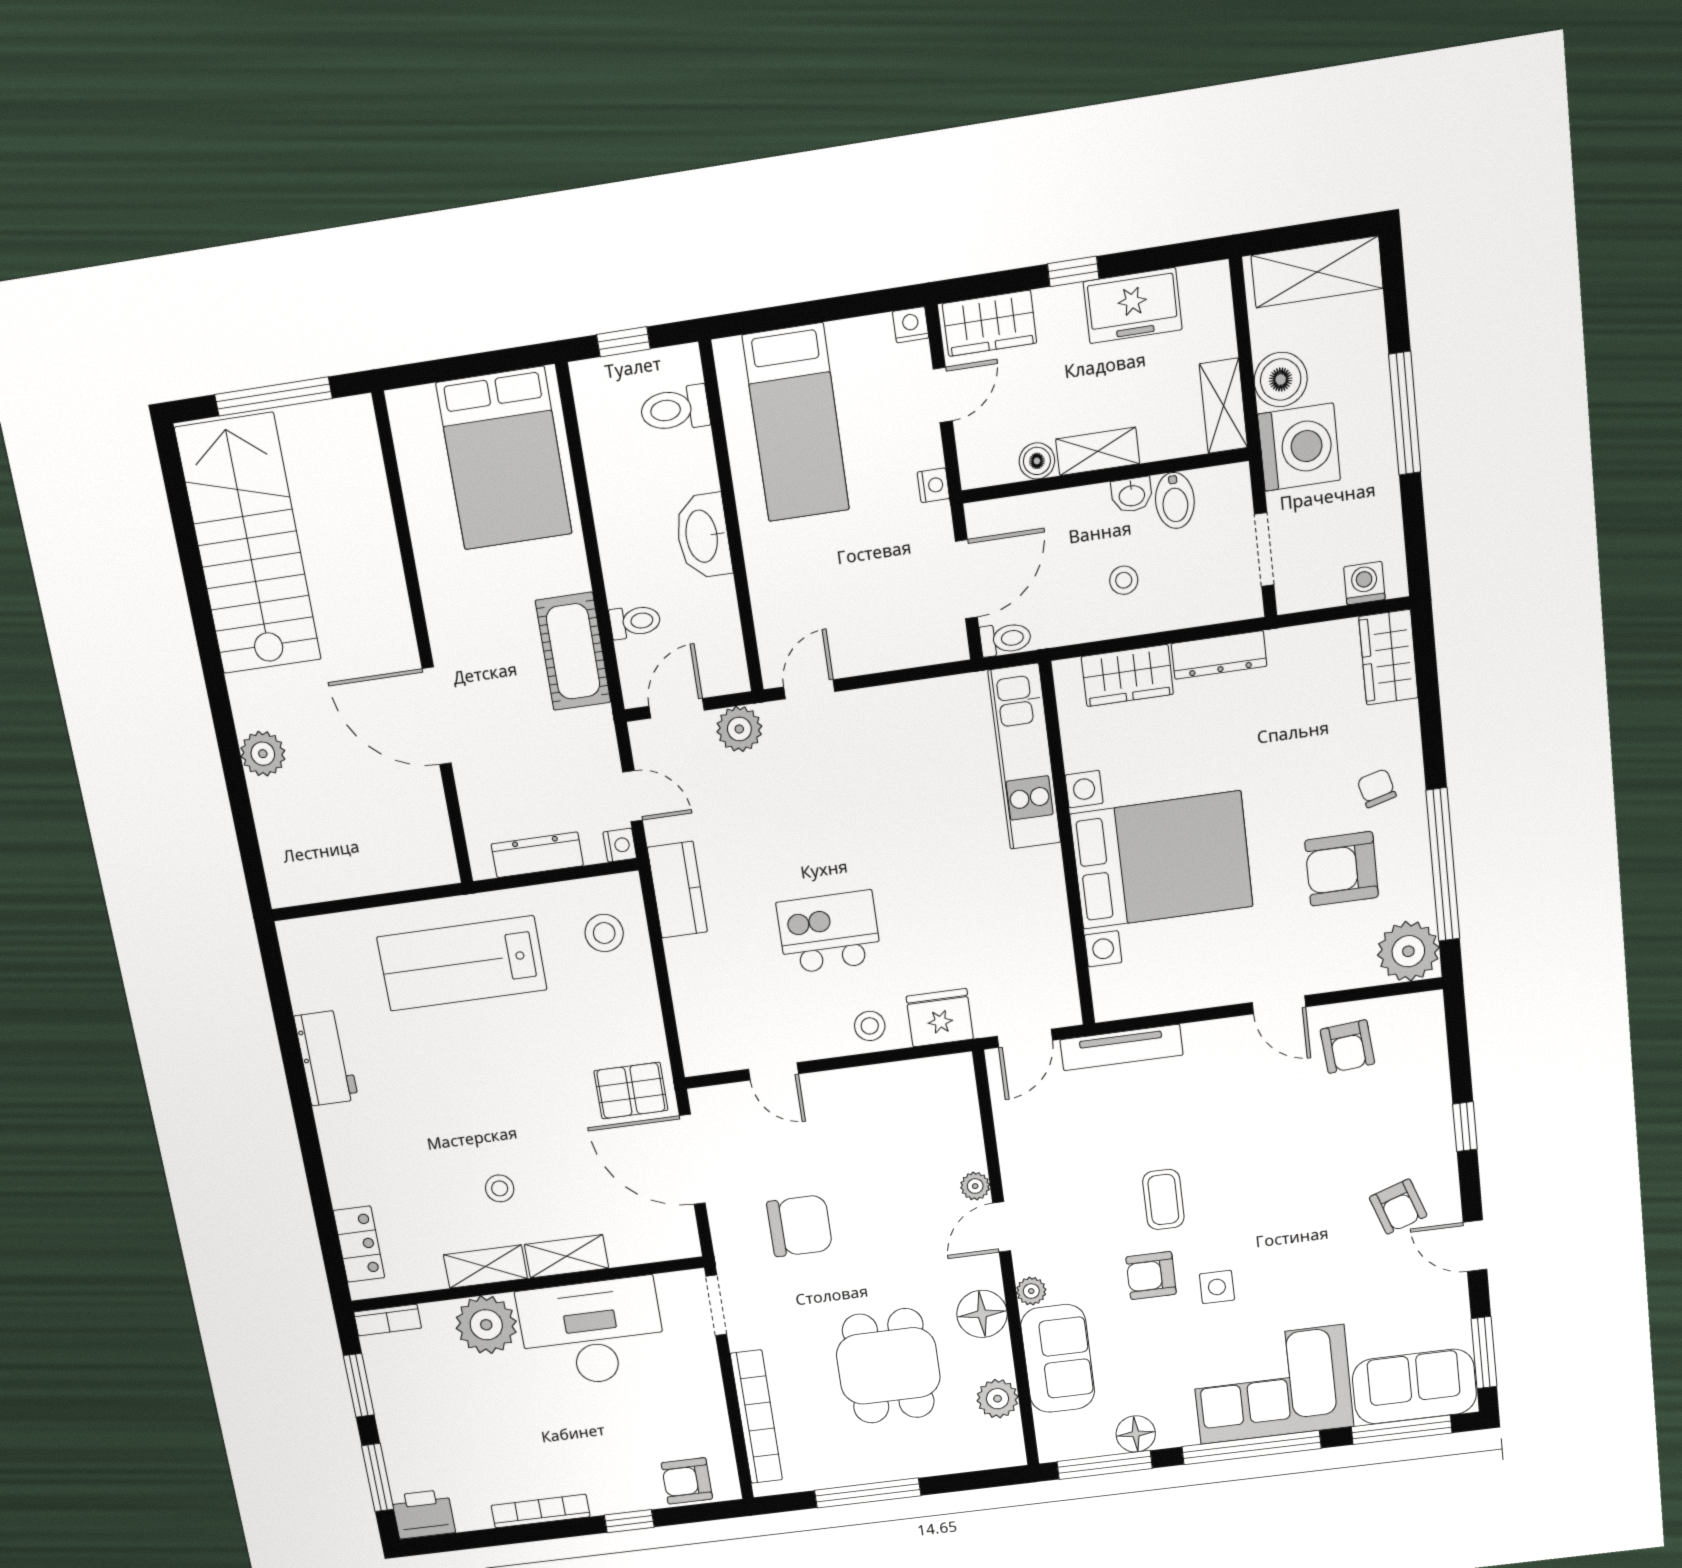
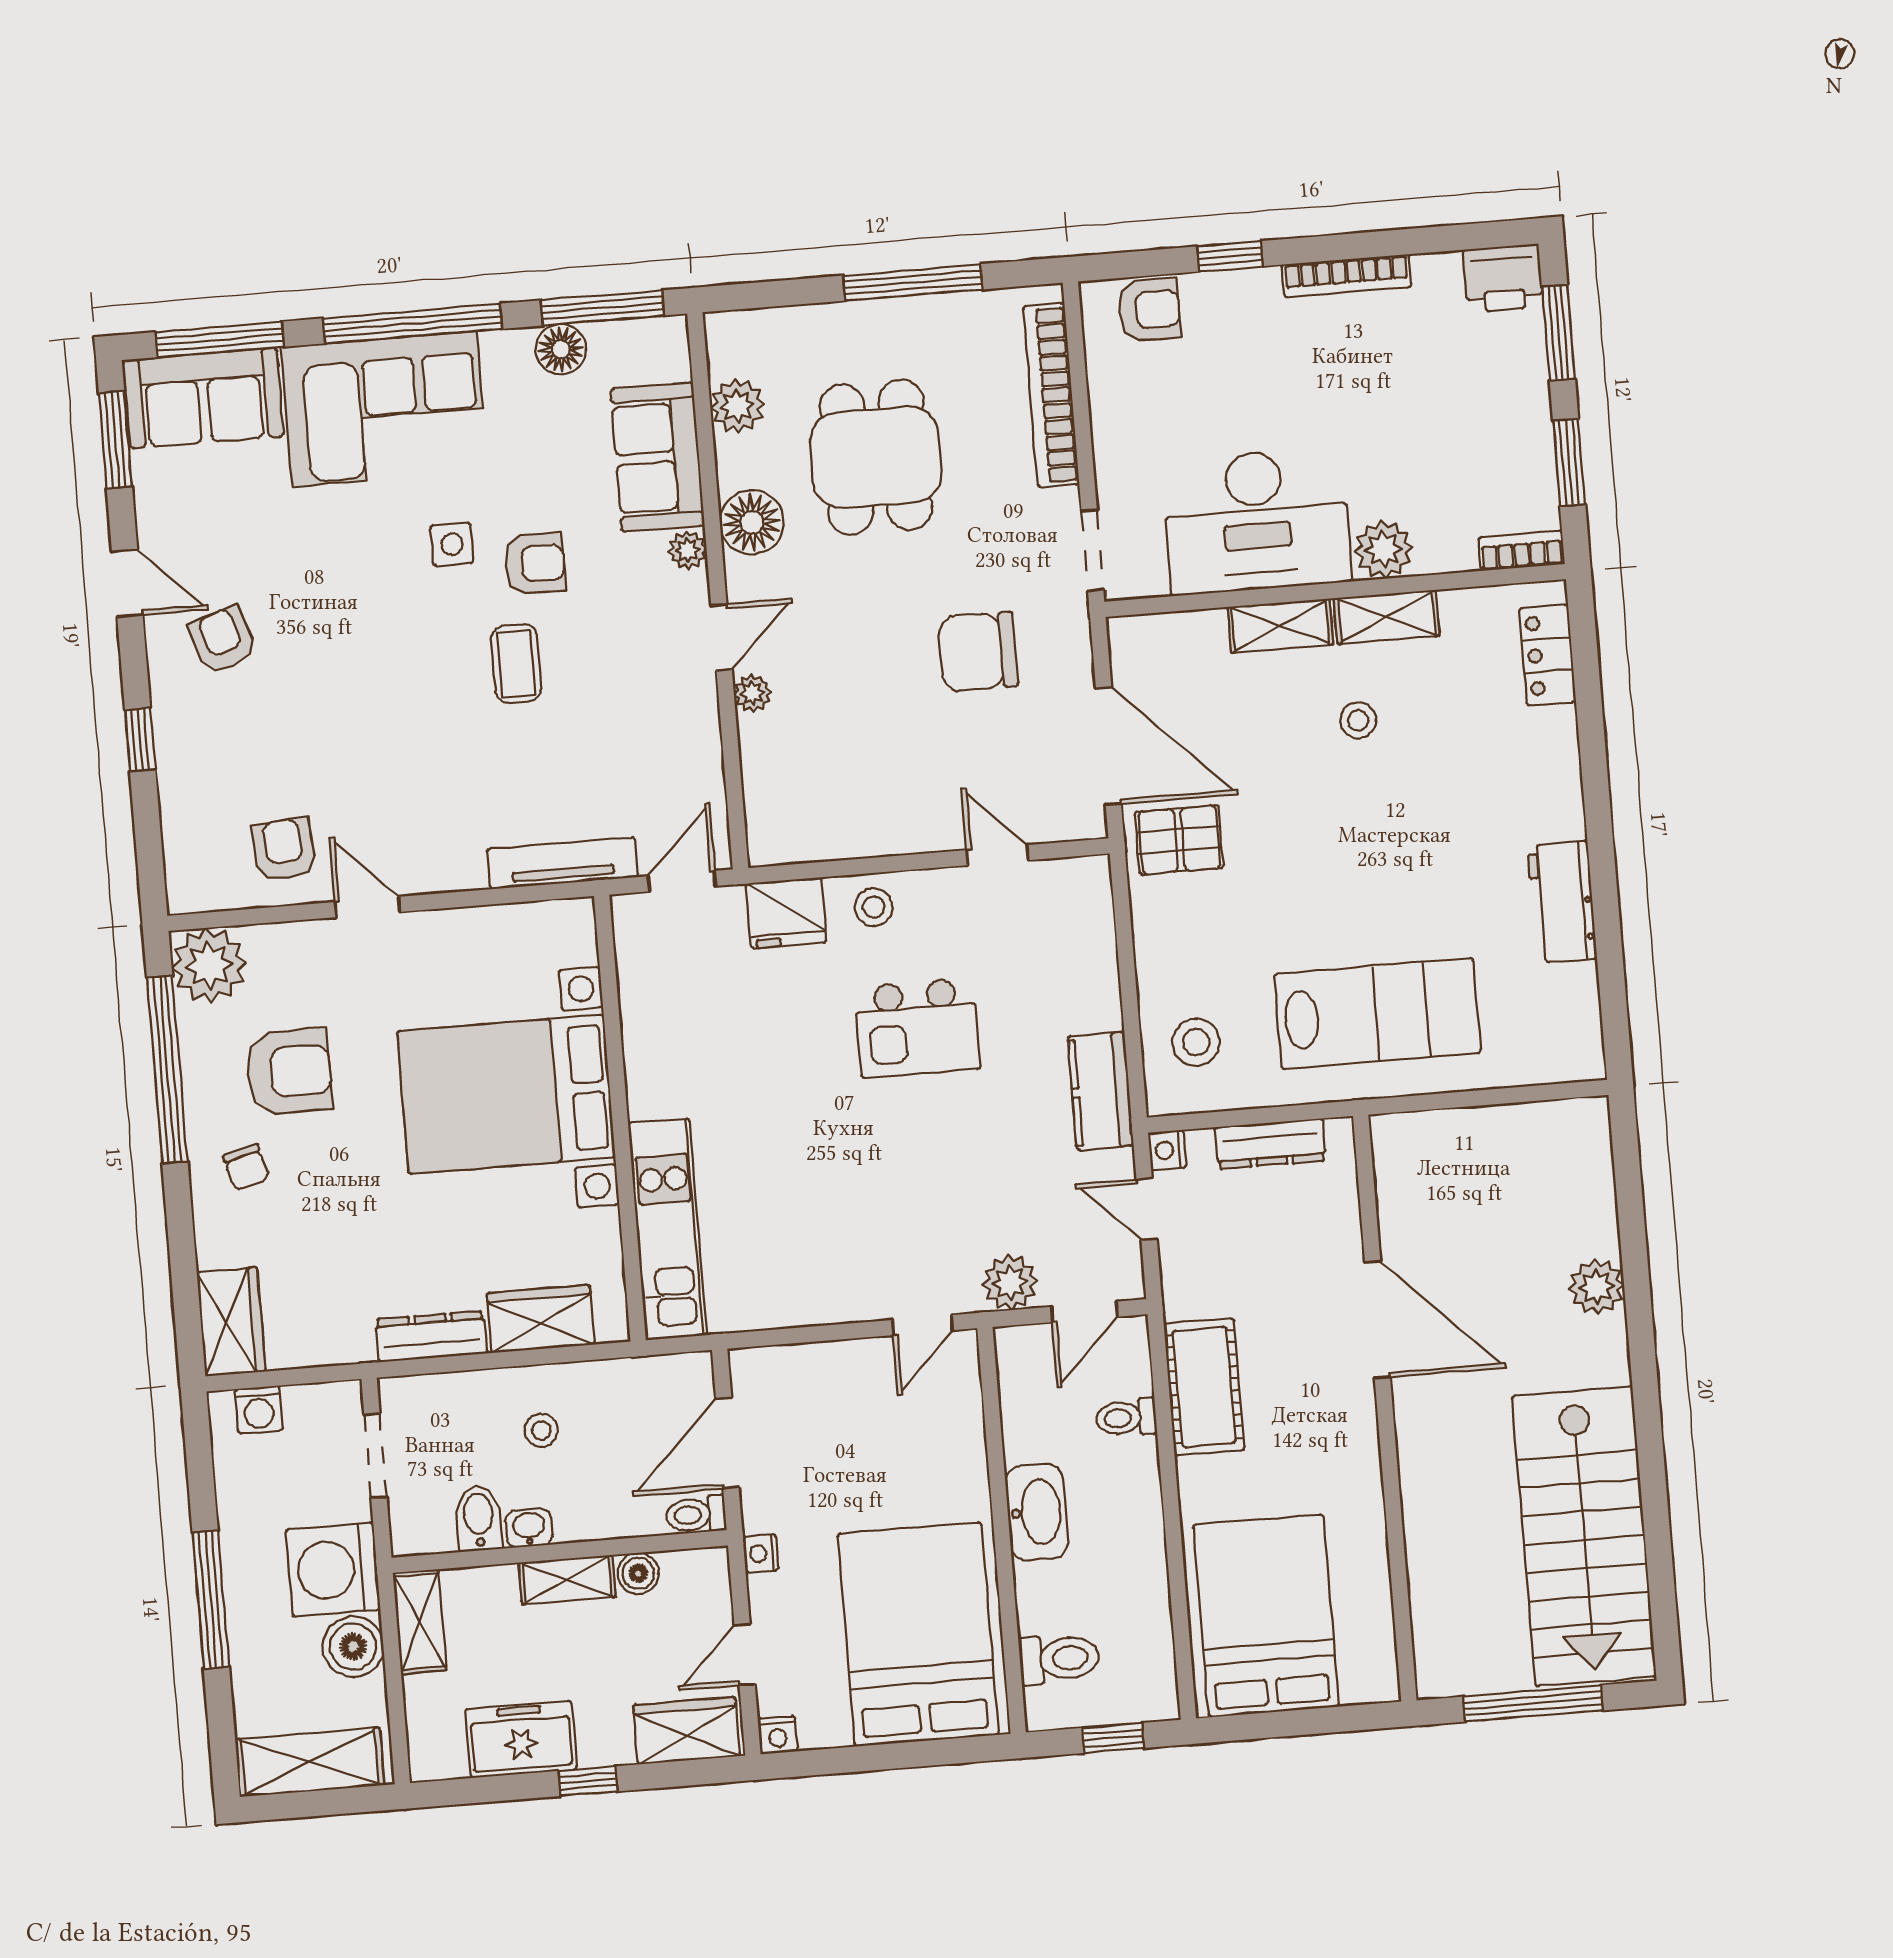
bed: (796, 423) -> (918, 1634), width x1.50
toilet: (1005, 639) -> (696, 1515), moved
plant: (486, 1325) -> (1384, 550), width x0.73, depth x0.73

